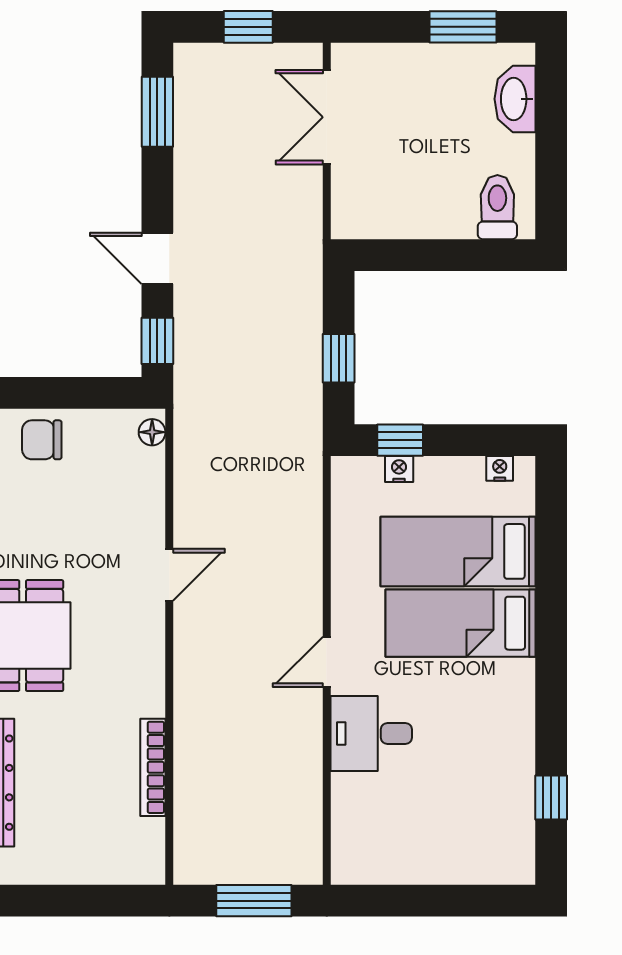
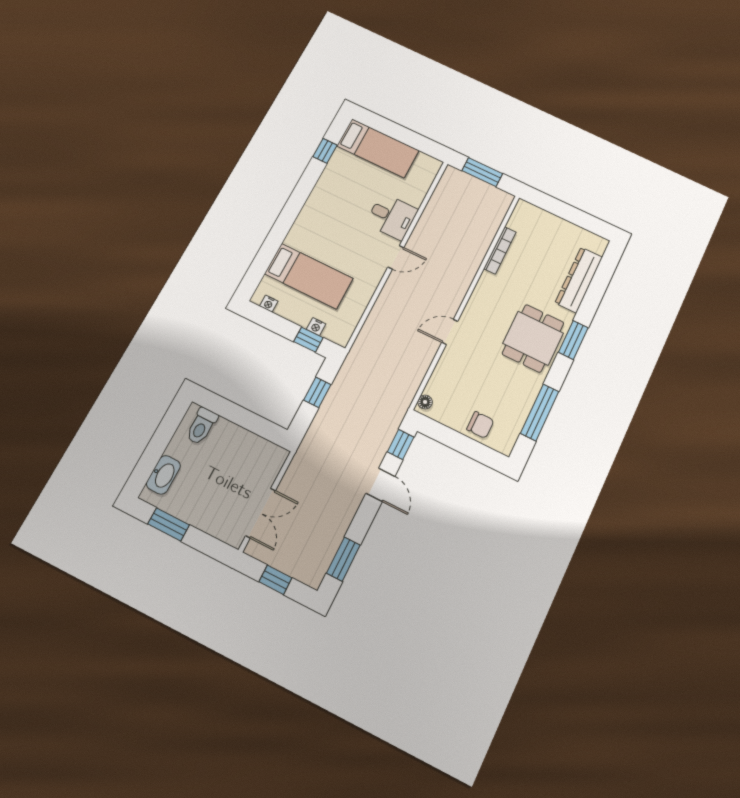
bed: (460, 623) -> (378, 148), moved

